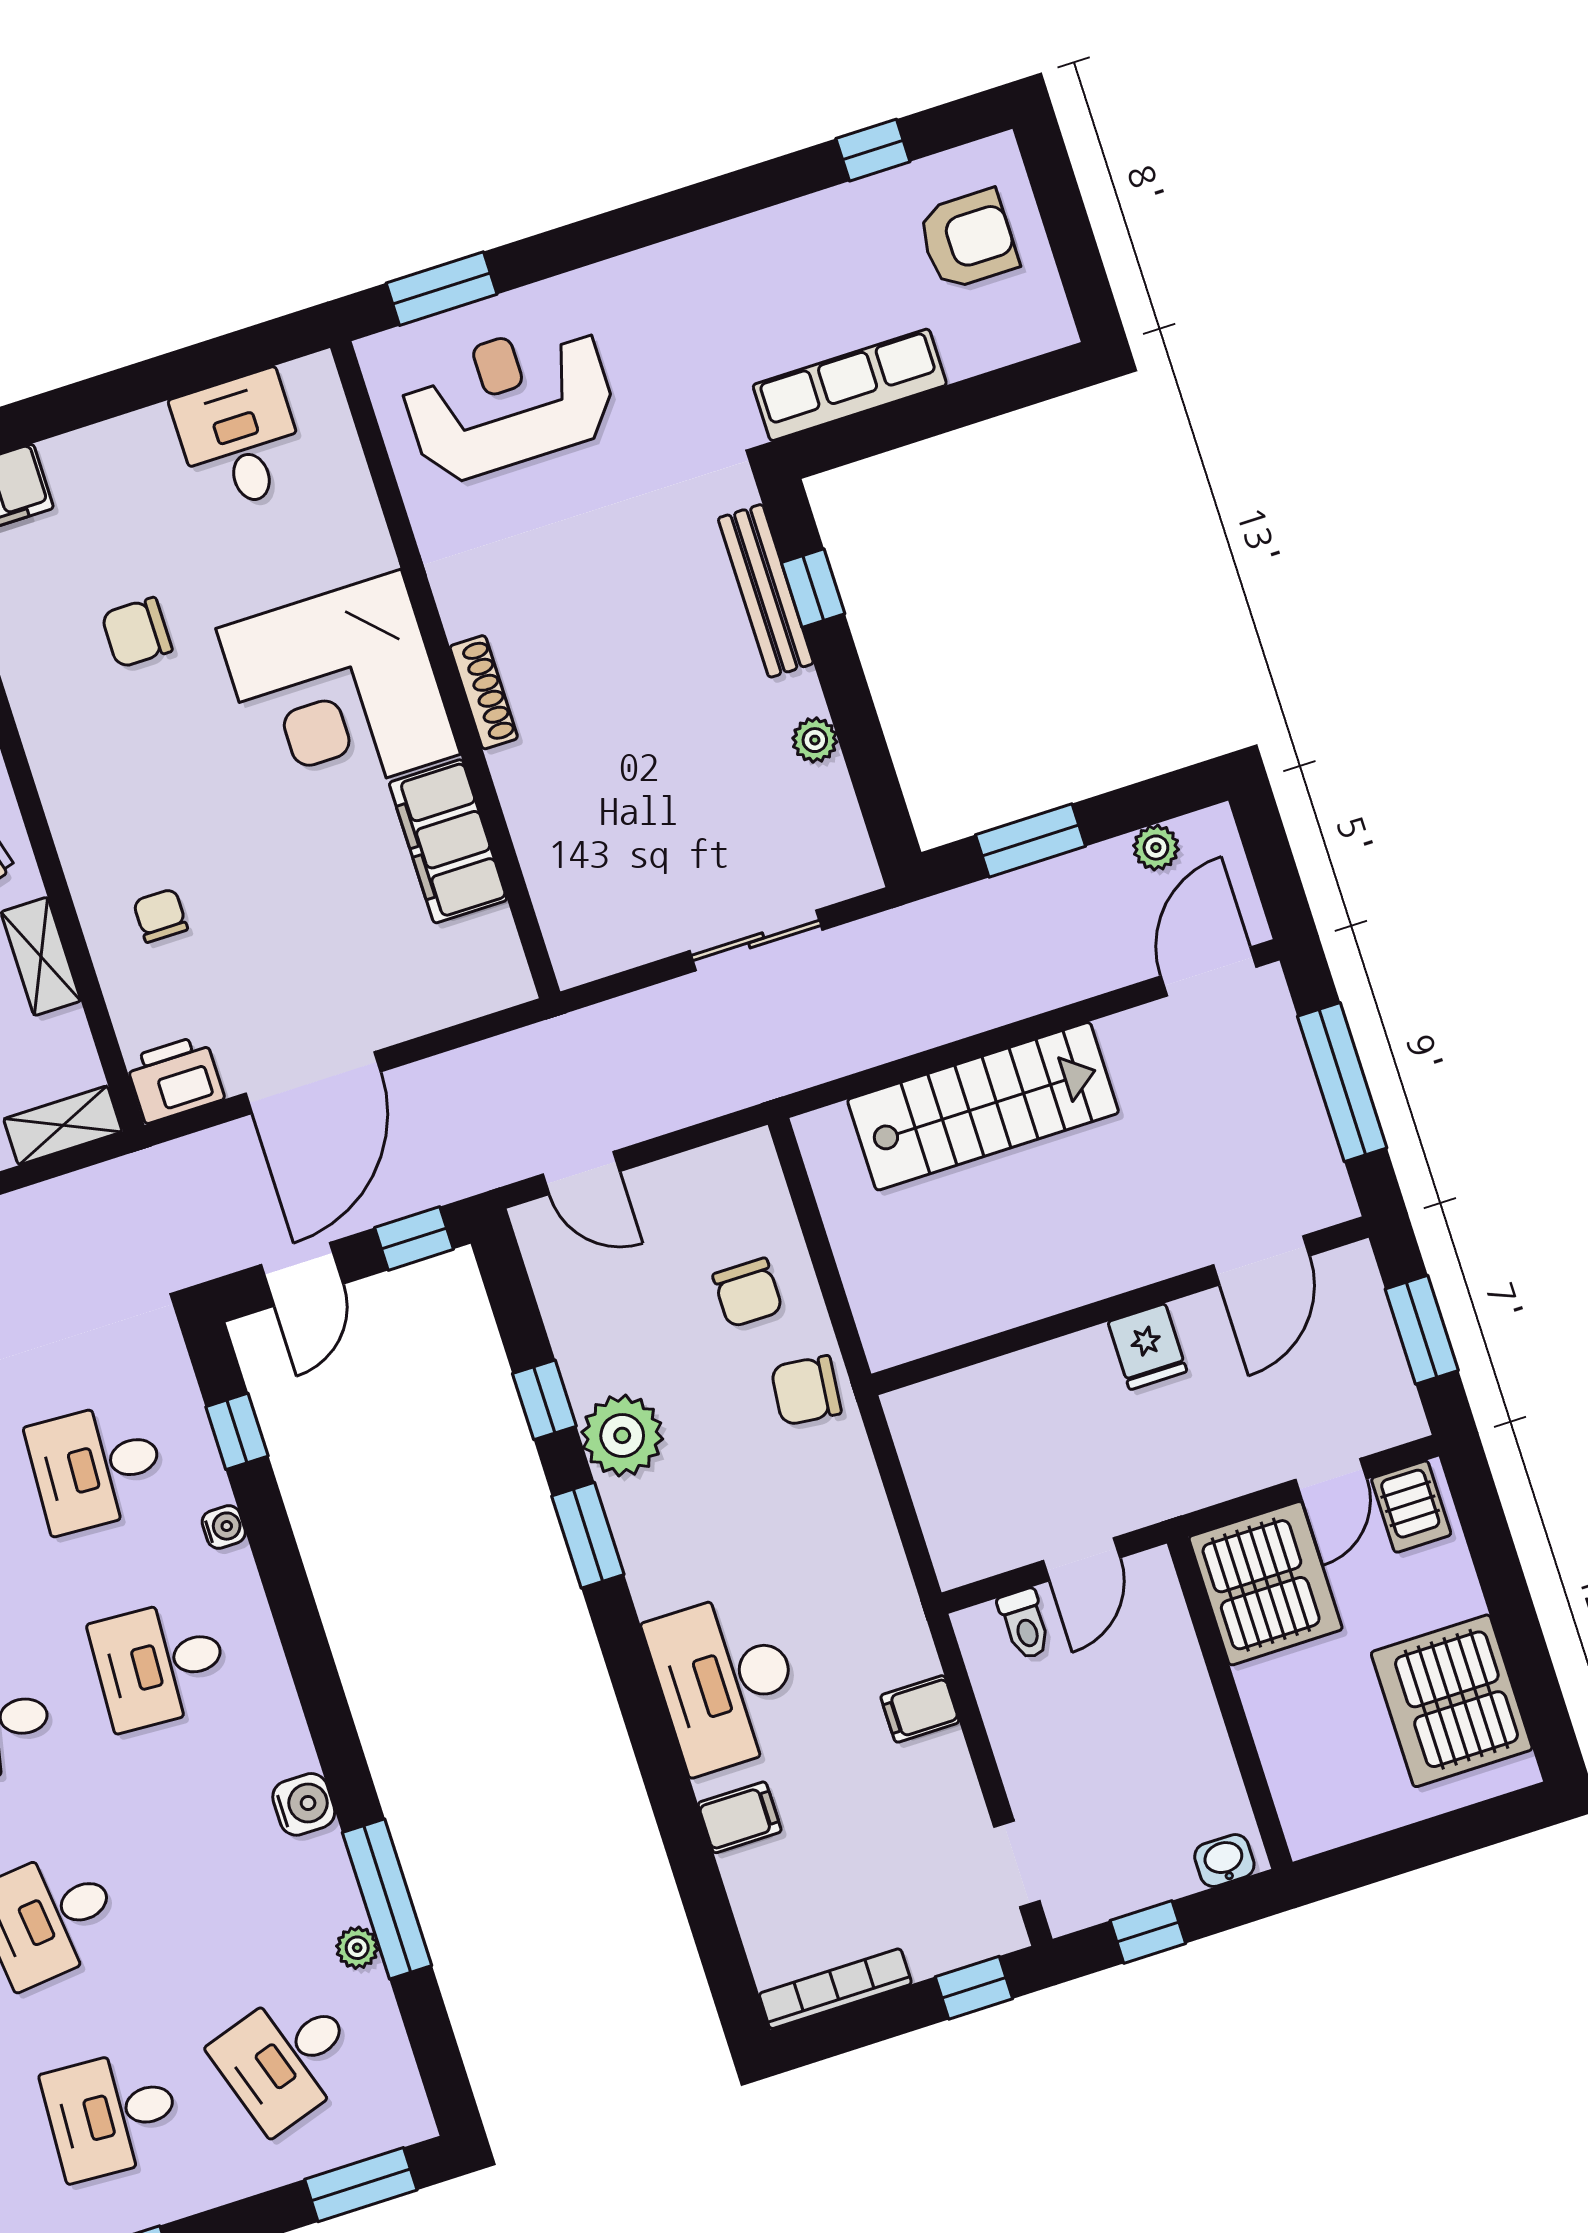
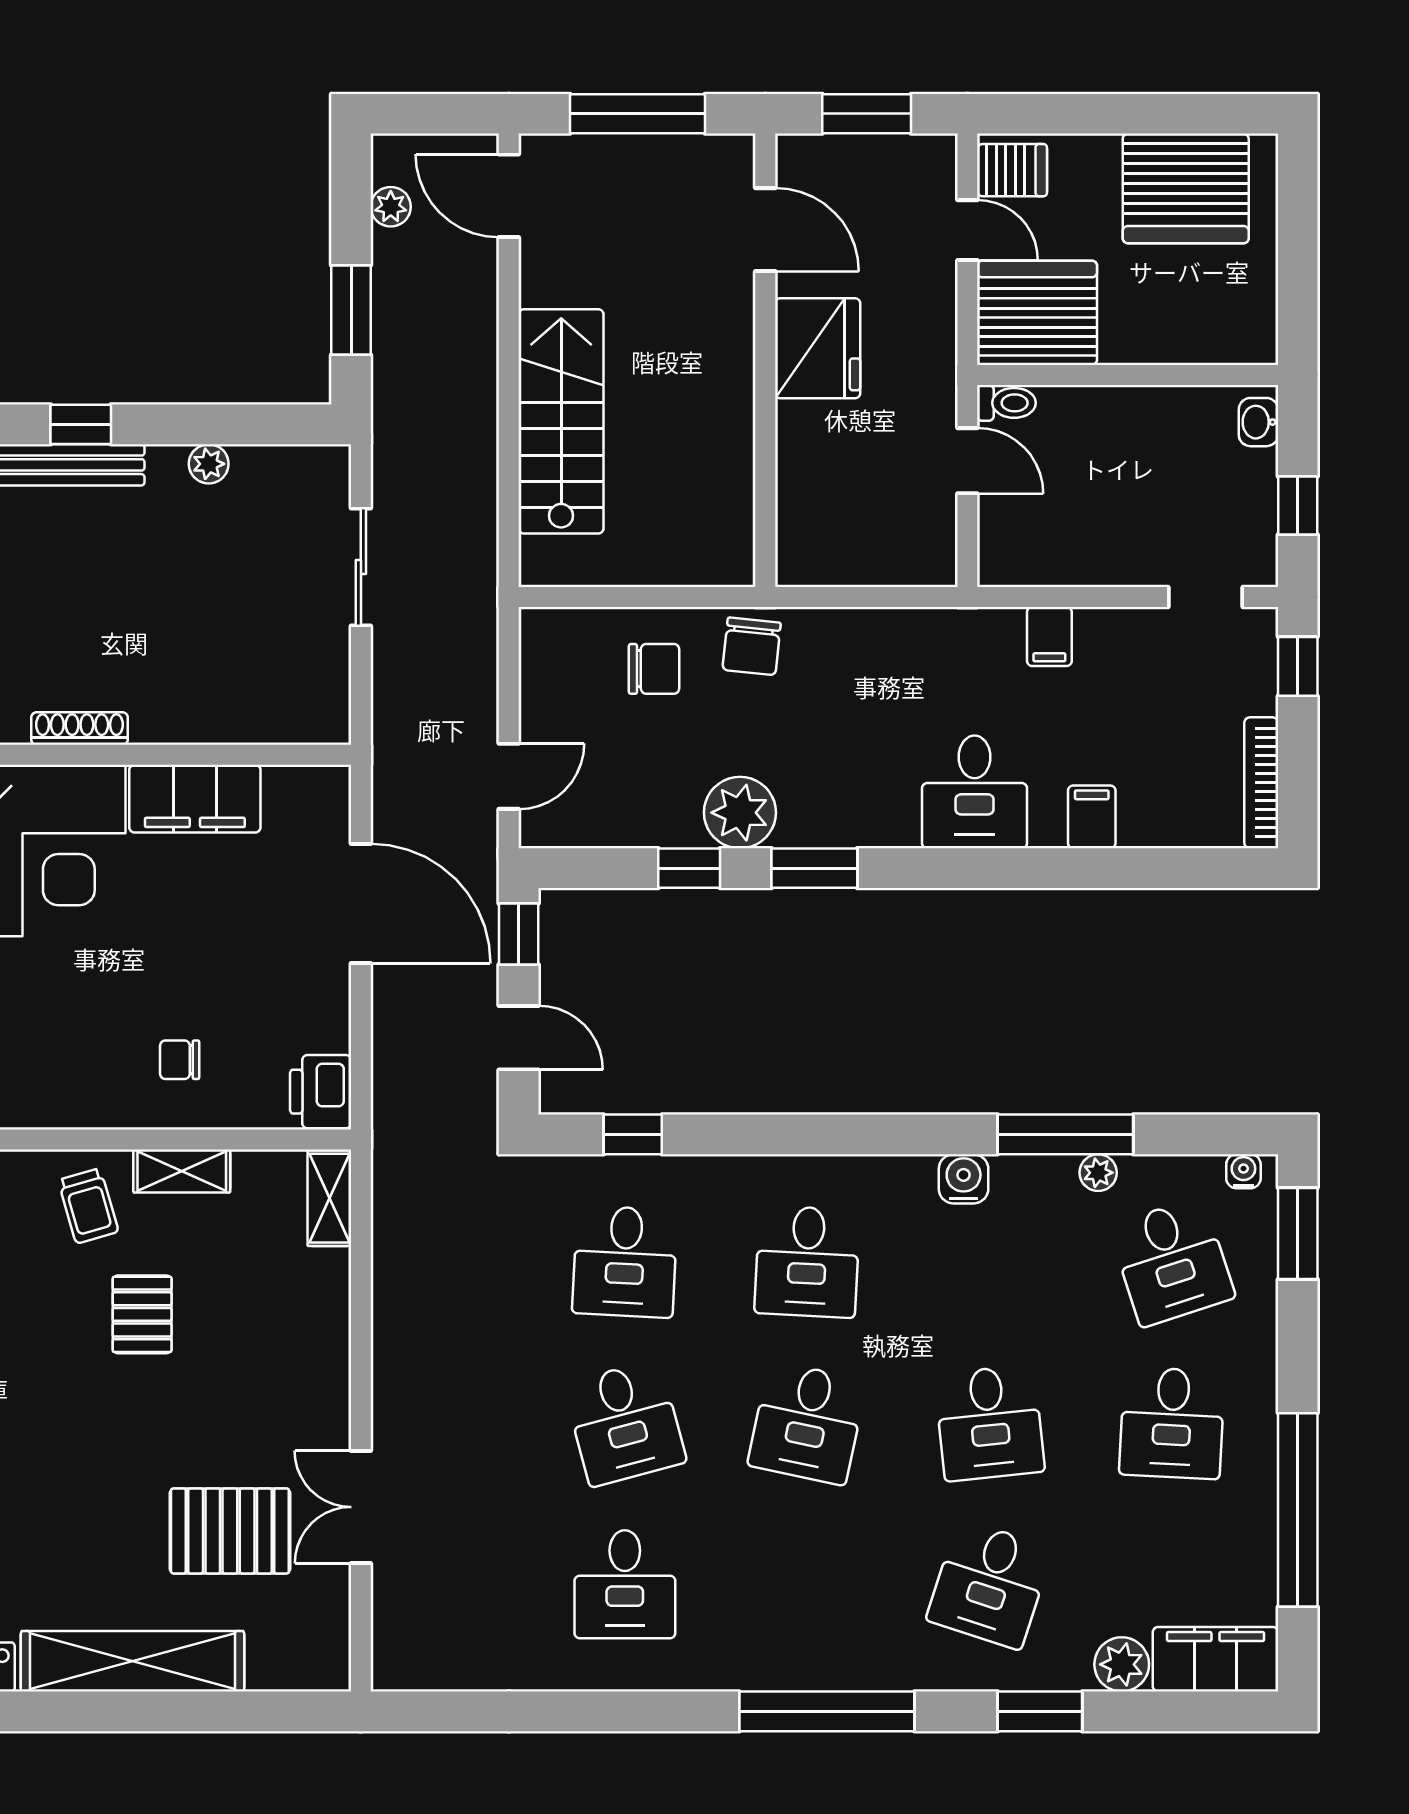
door: (313, 1083) -> (361, 904), moved
fridge: (1147, 1347) -> (818, 348), width x1.88, depth x1.34
water cooler: (224, 1527) -> (1243, 1171), moved
toilet: (1025, 1624) -> (1006, 403), moved
desk: (726, 1682) -> (974, 792), width x0.73

